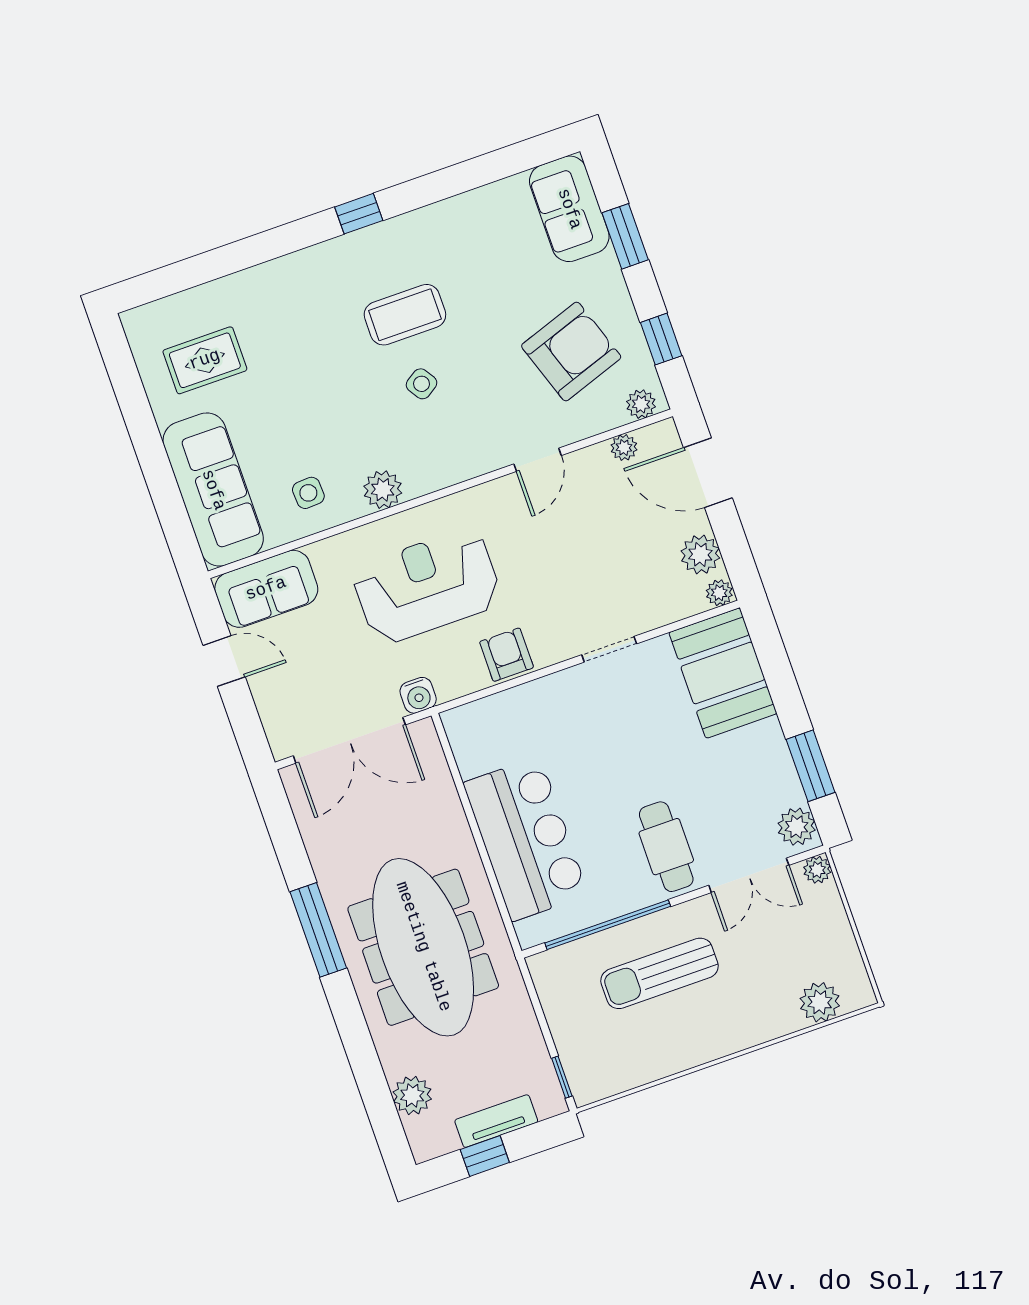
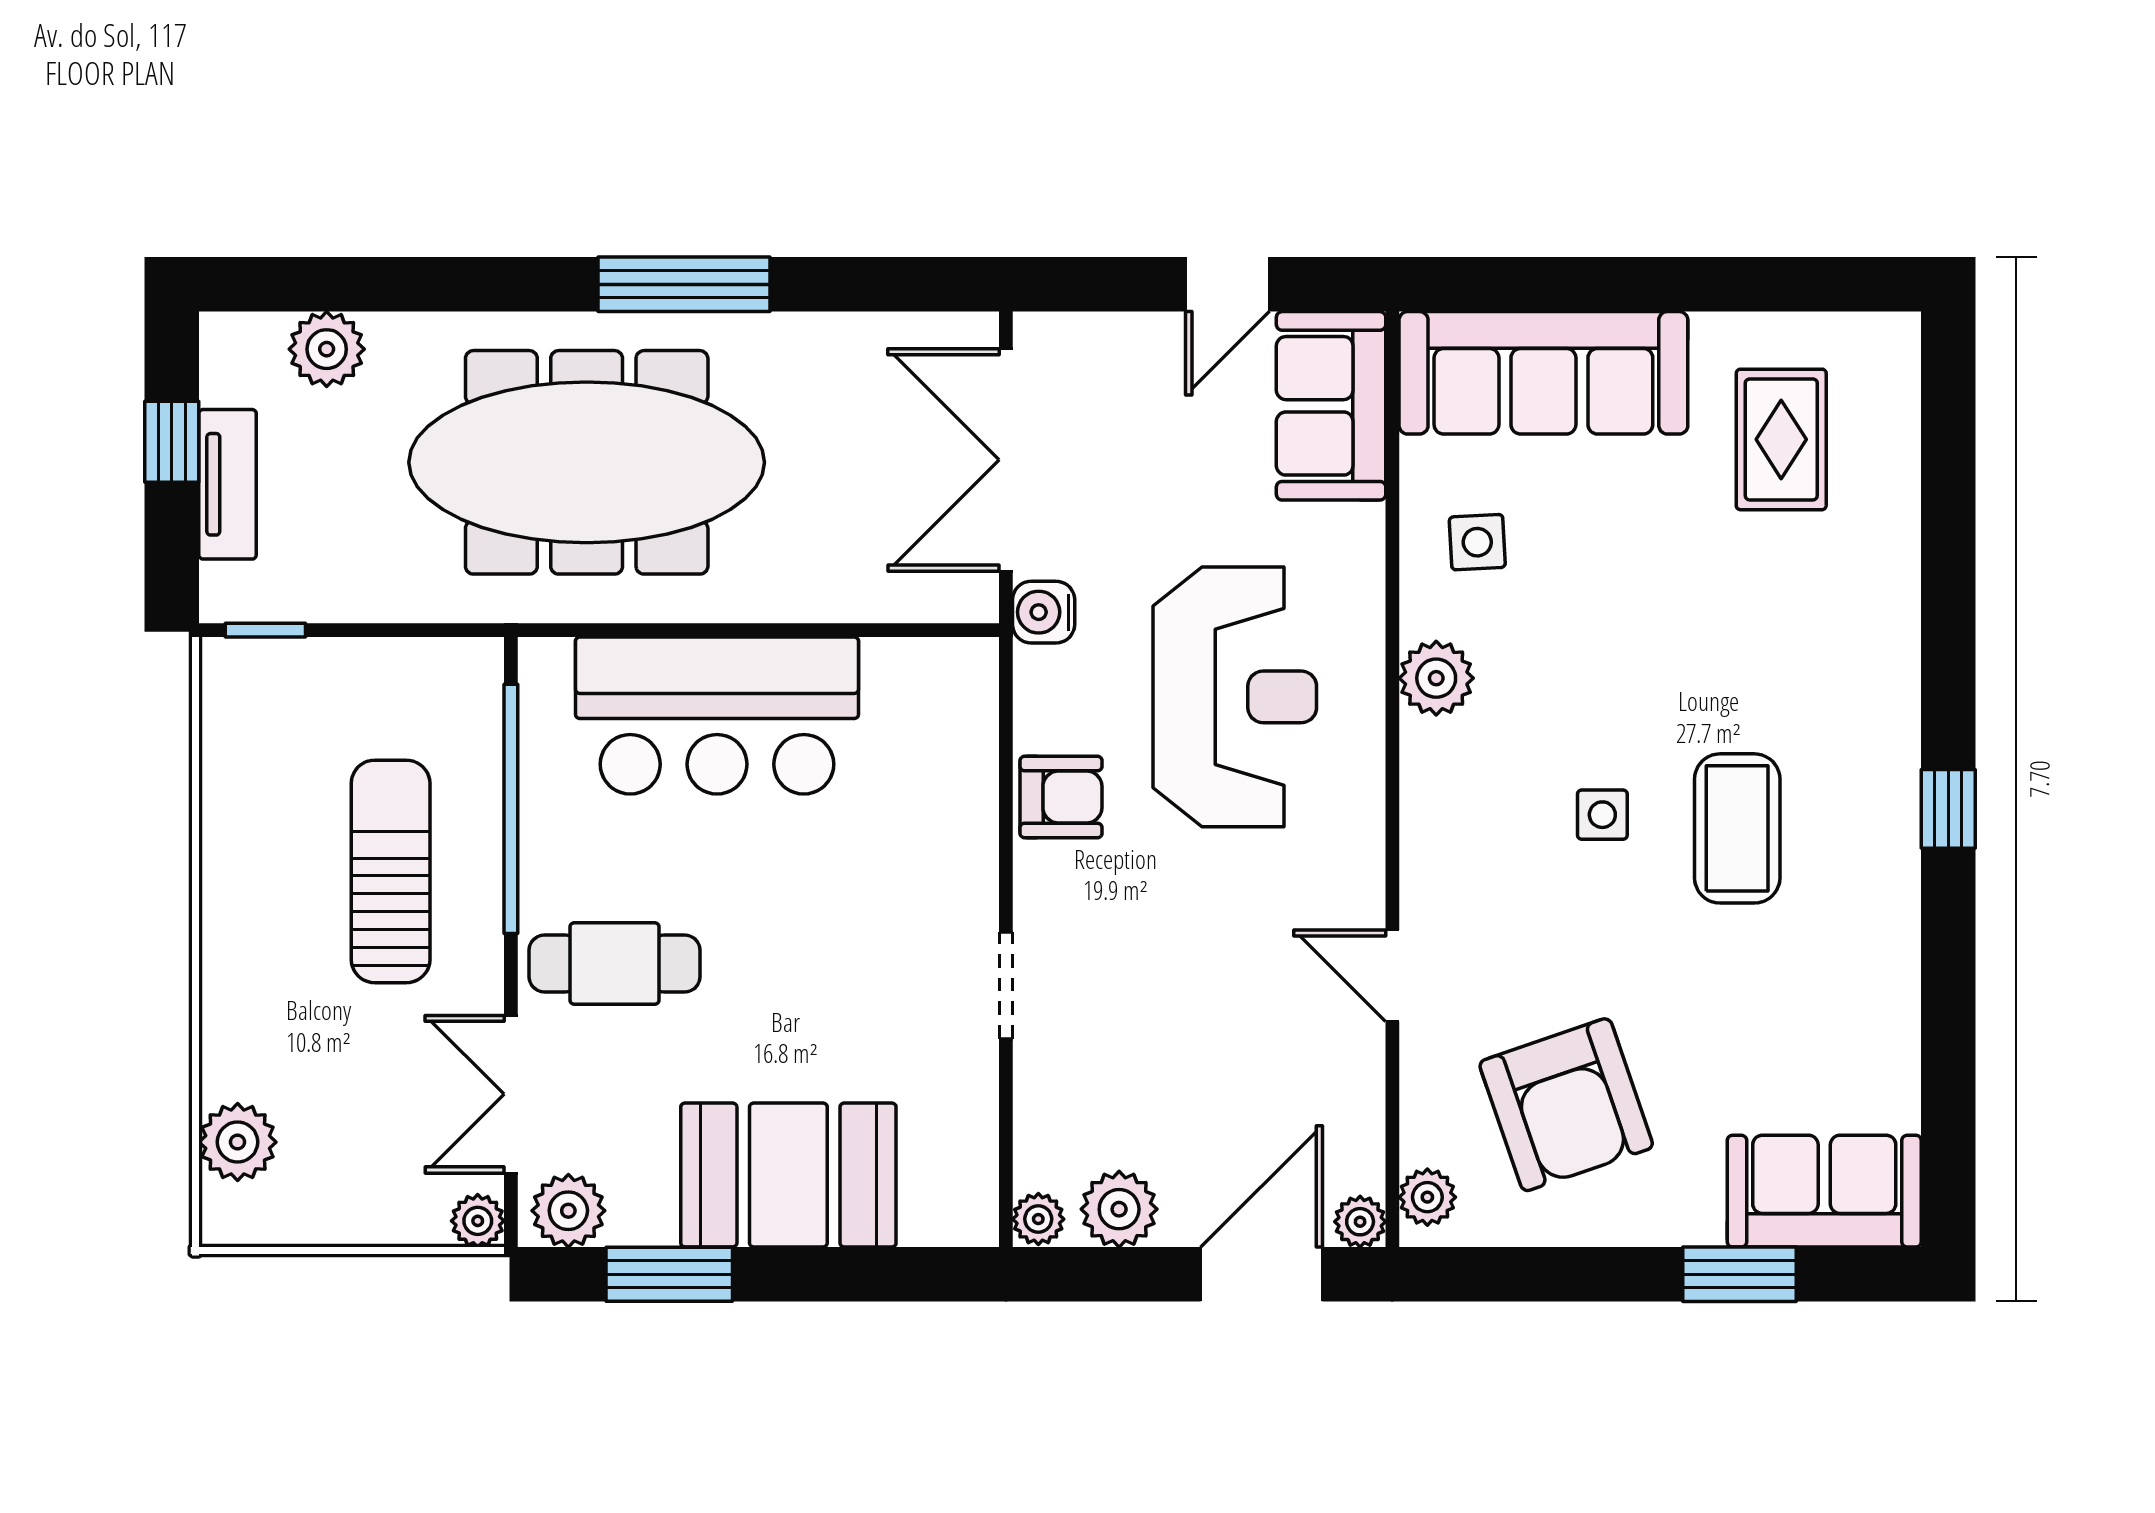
window: (661, 339) -> (1532, 1274), removed
side table: (421, 384) -> (1602, 815), turned 33
plant: (624, 447) -> (1360, 1222), moved
booth: (723, 673) -> (788, 1175), moved

